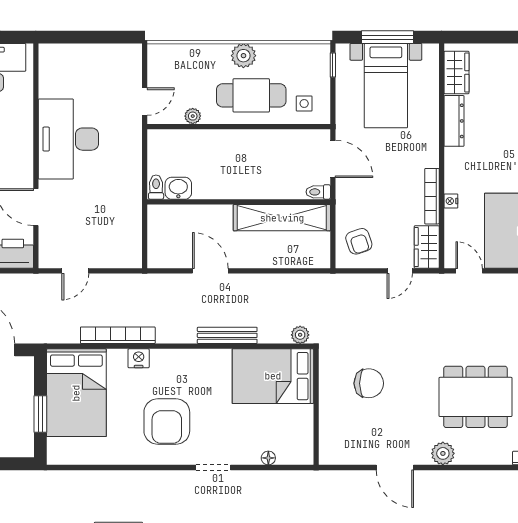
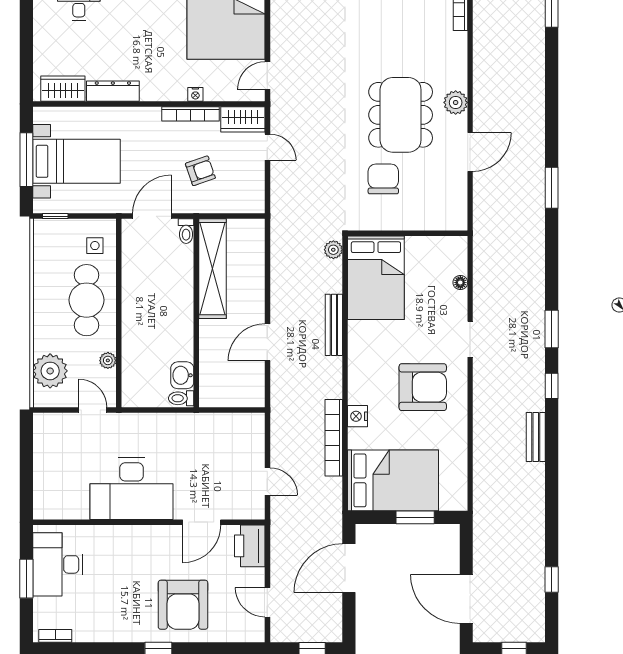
plant: (243, 56) -> (50, 371), moved, width x1.36, depth x1.36
armchair: (359, 241) -> (200, 171), moved
dining table: (475, 397) -> (401, 115), moved

